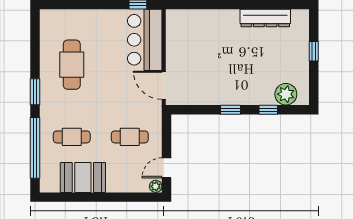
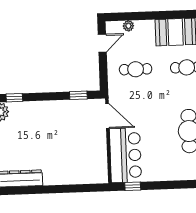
window: (230, 110) -> (78, 95), moved
plant: (156, 186) -> (128, 26), moved

